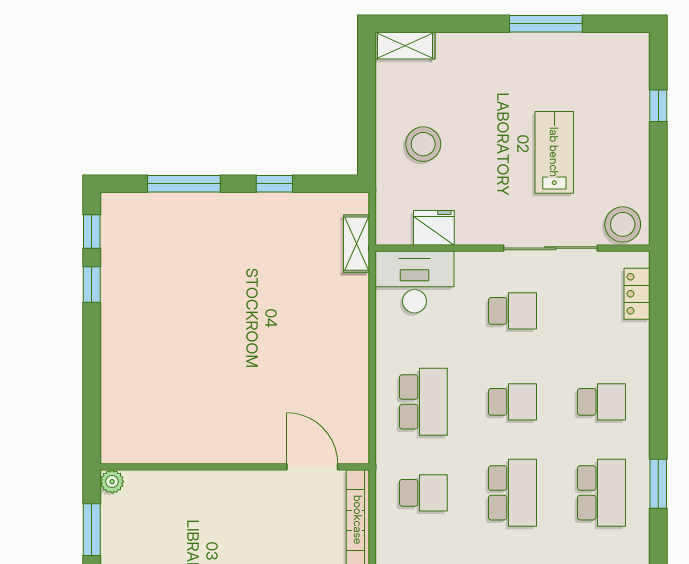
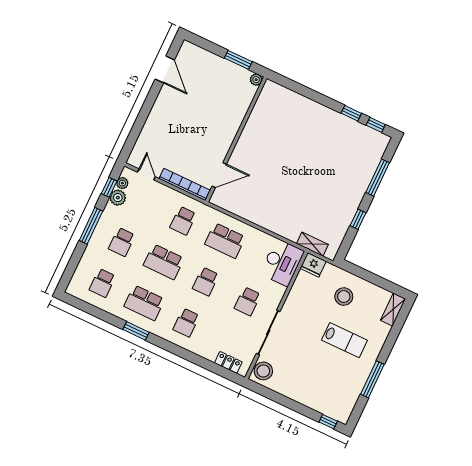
window: (658, 106) -> (328, 422), moved
lab bench: (554, 152) -> (344, 340), moved
fridge: (434, 228) -> (313, 265), moved, turned 90

